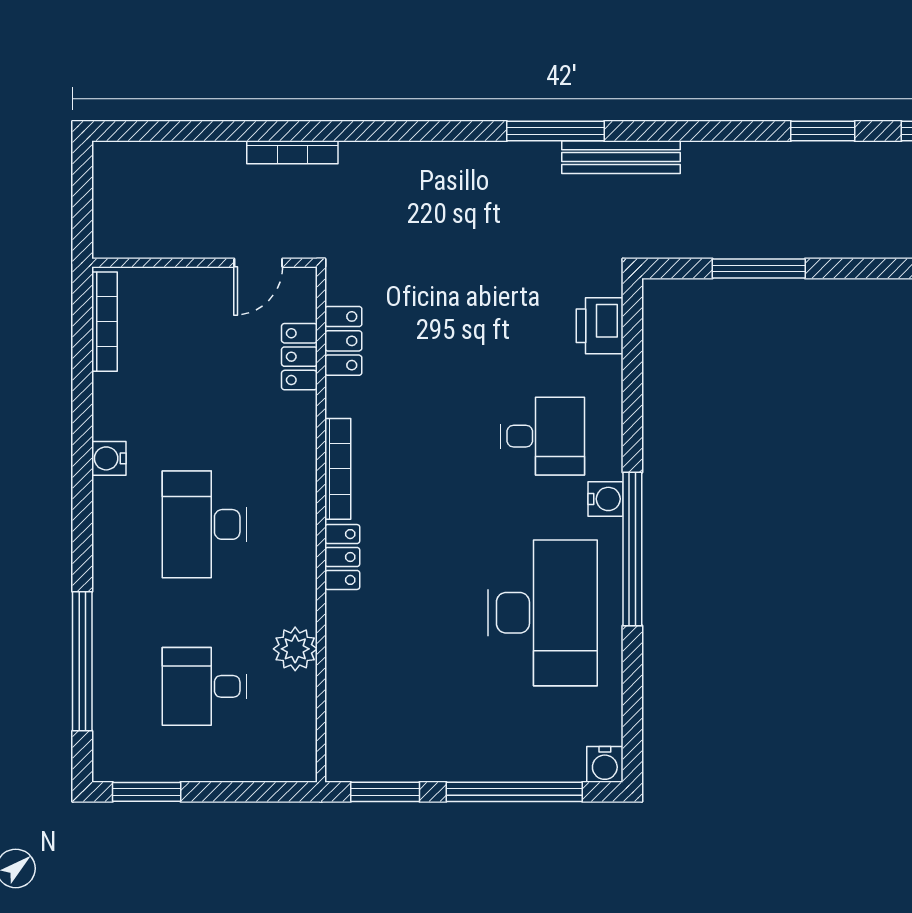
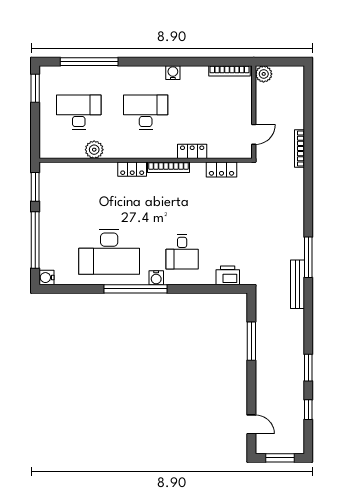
plant: (112, 239) -> (264, 74), added
door: (258, 263) -> (254, 134), swing flipped
locker: (299, 357) -> (192, 151), moved
desk: (204, 686) -> (79, 112), width x1.37

